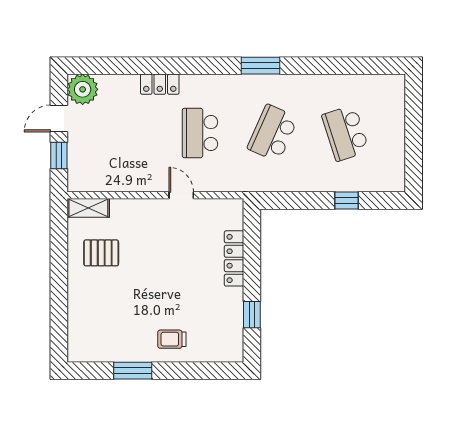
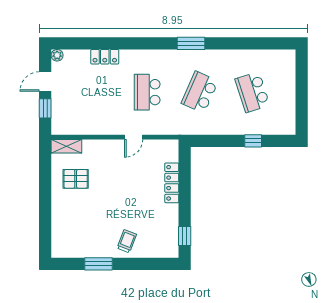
locker: (160, 84) -> (105, 57), moved
plant: (83, 89) -> (57, 55), width x0.53, depth x0.53
door: (181, 195) -> (134, 137), swing flipped
window: (252, 315) -> (185, 236), moved
trolley: (172, 339) -> (127, 241), turned 111

